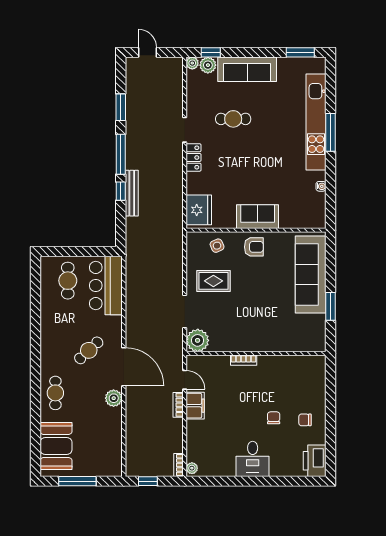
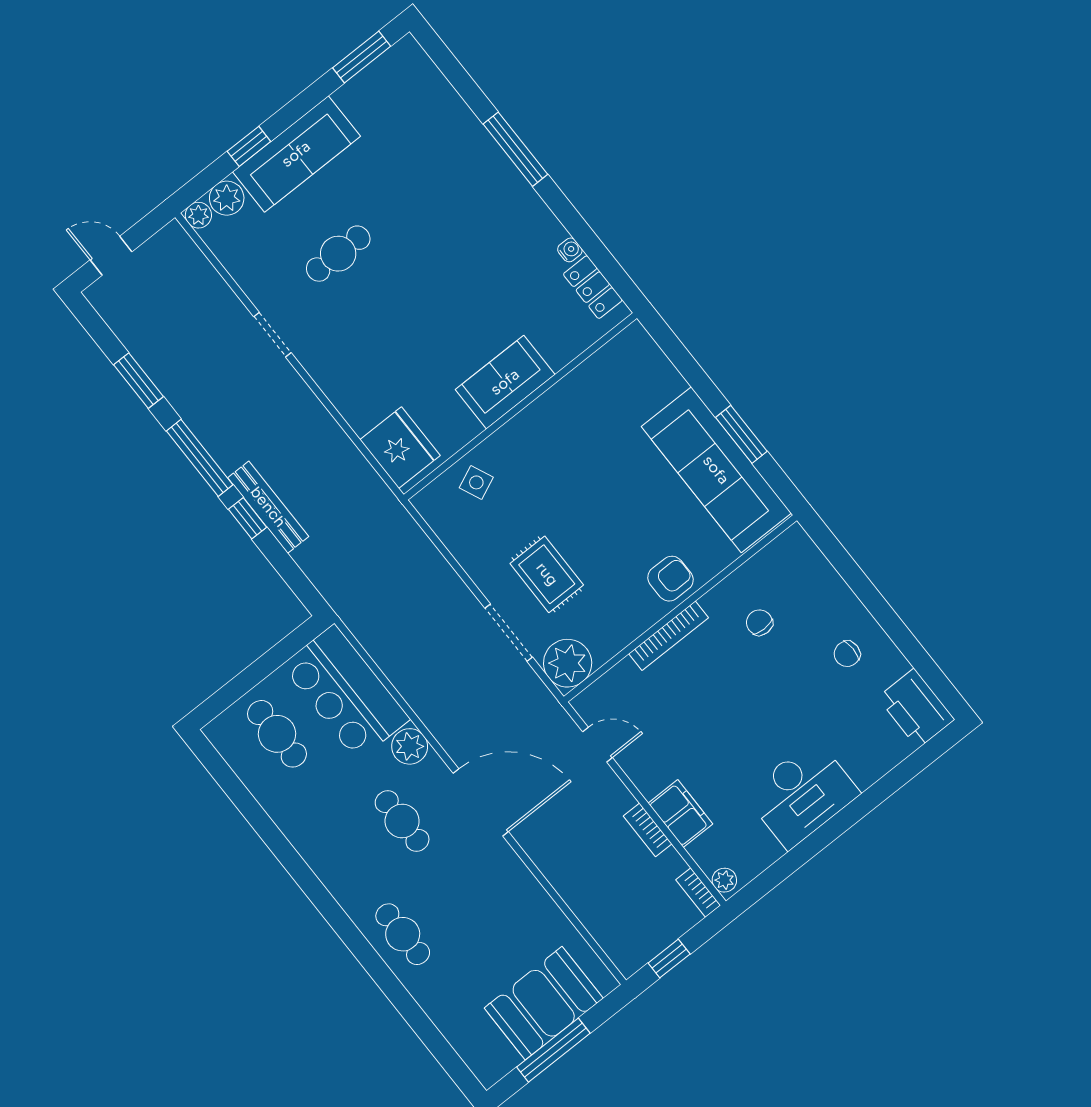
window: (211, 52) -> (249, 146), moved
kitchen unit: (316, 122) -> (478, 151), removed
locker: (193, 157) -> (593, 287), moved, turned 180
armchair: (254, 247) -> (671, 579), moved
sofa: (311, 275) -> (716, 470), moved
rug: (213, 281) -> (547, 574), moved, turned 90
cafe table: (89, 350) -> (402, 821), turned -47
bookcase: (244, 360) -> (669, 636), width x1.56
plant: (114, 398) -> (410, 746), moved
bookcase: (178, 405) -> (648, 830), moved
filing cabinet: (195, 406) -> (680, 814), moved
chair: (274, 418) -> (759, 623), moved
booth: (56, 446) -> (544, 1003), moved, turned 90
desk: (253, 459) -> (802, 794), width x1.37

